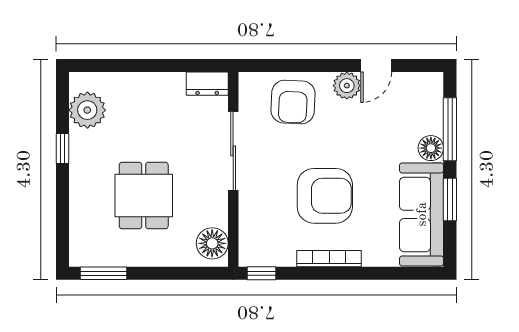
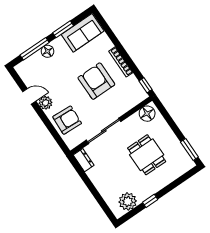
dining table: (144, 195) -> (147, 155), turned 90
sofa: (422, 214) -> (83, 33), width x0.73

